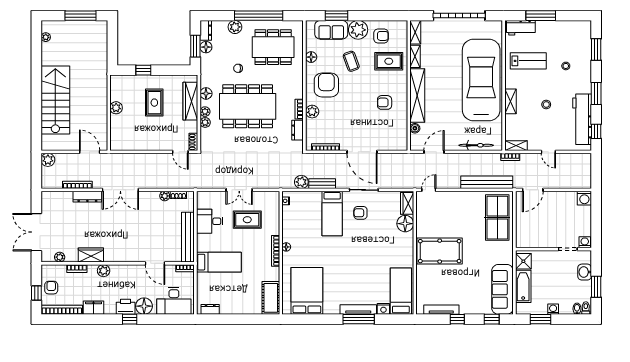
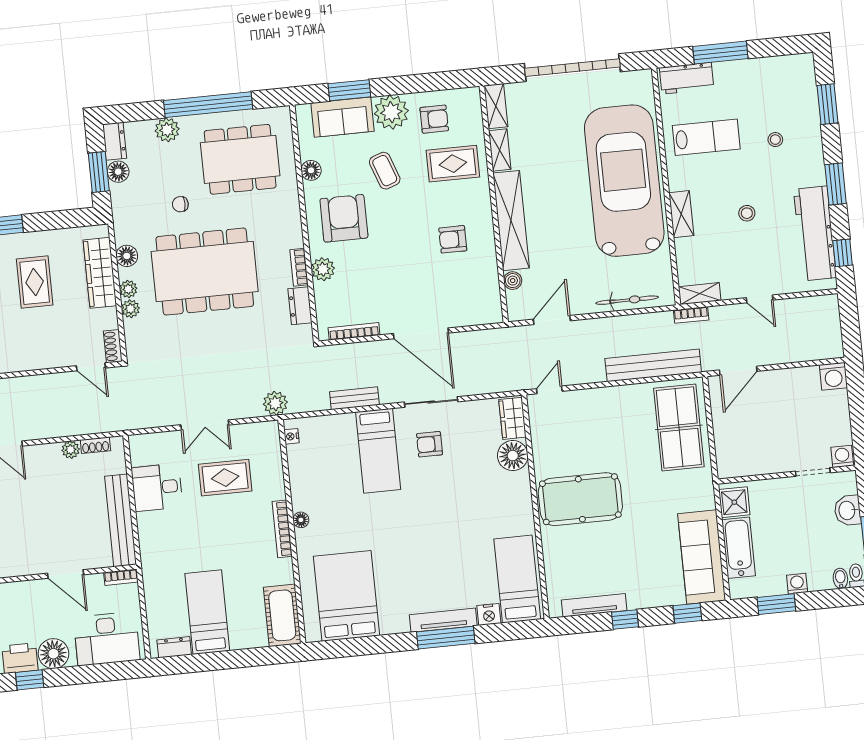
plant: (301, 182) -> (275, 403), moved
bed: (219, 262) -> (207, 612), moved, turned -90

